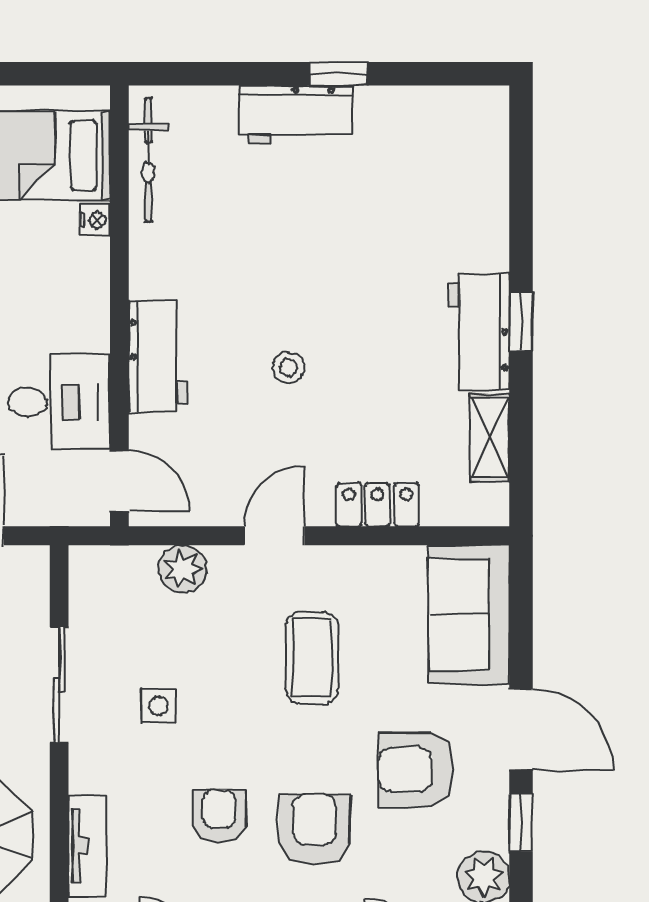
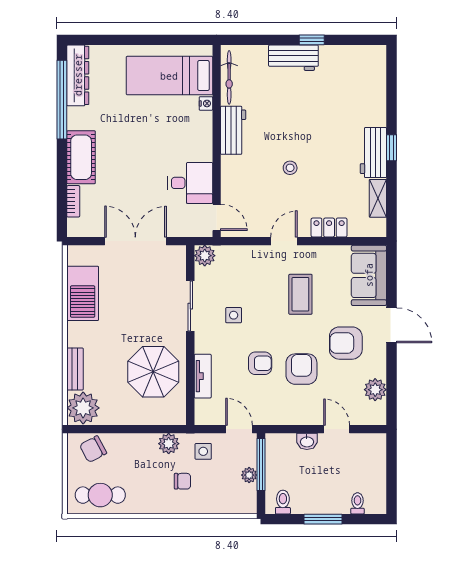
workbench: (157, 357) -> (233, 130), moved
plant: (183, 569) -> (205, 256), moved
armchair: (219, 816) -> (260, 363), turned 90
window: (521, 823) -> (391, 366), removed

